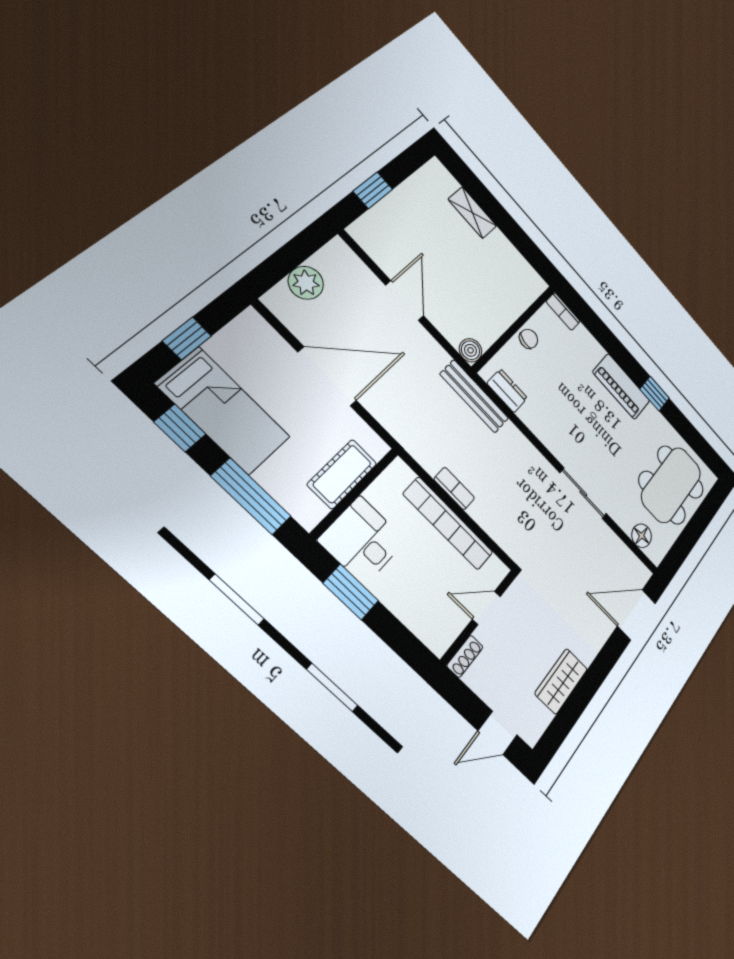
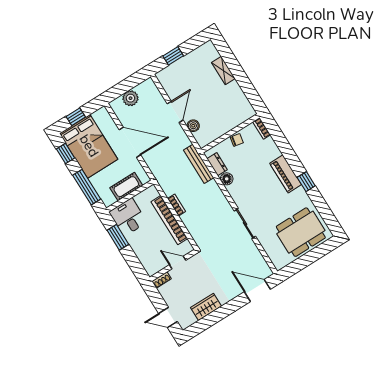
boiler: (471, 350) -> (193, 126), moved
bed: (224, 411) -> (89, 146), width x1.50
floor lamp: (642, 536) -> (227, 179), moved

